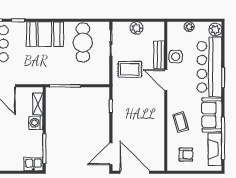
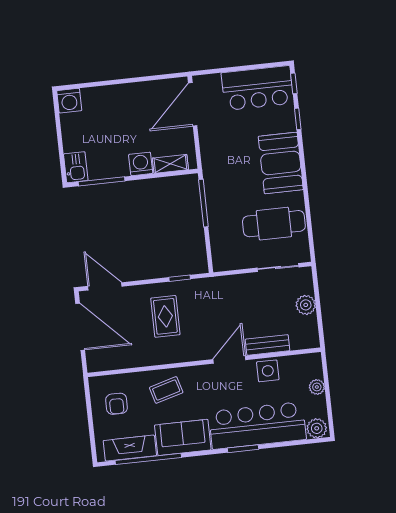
rug: (130, 69) -> (165, 316), moved
door: (135, 172) -> (80, 327), hinge flipped

